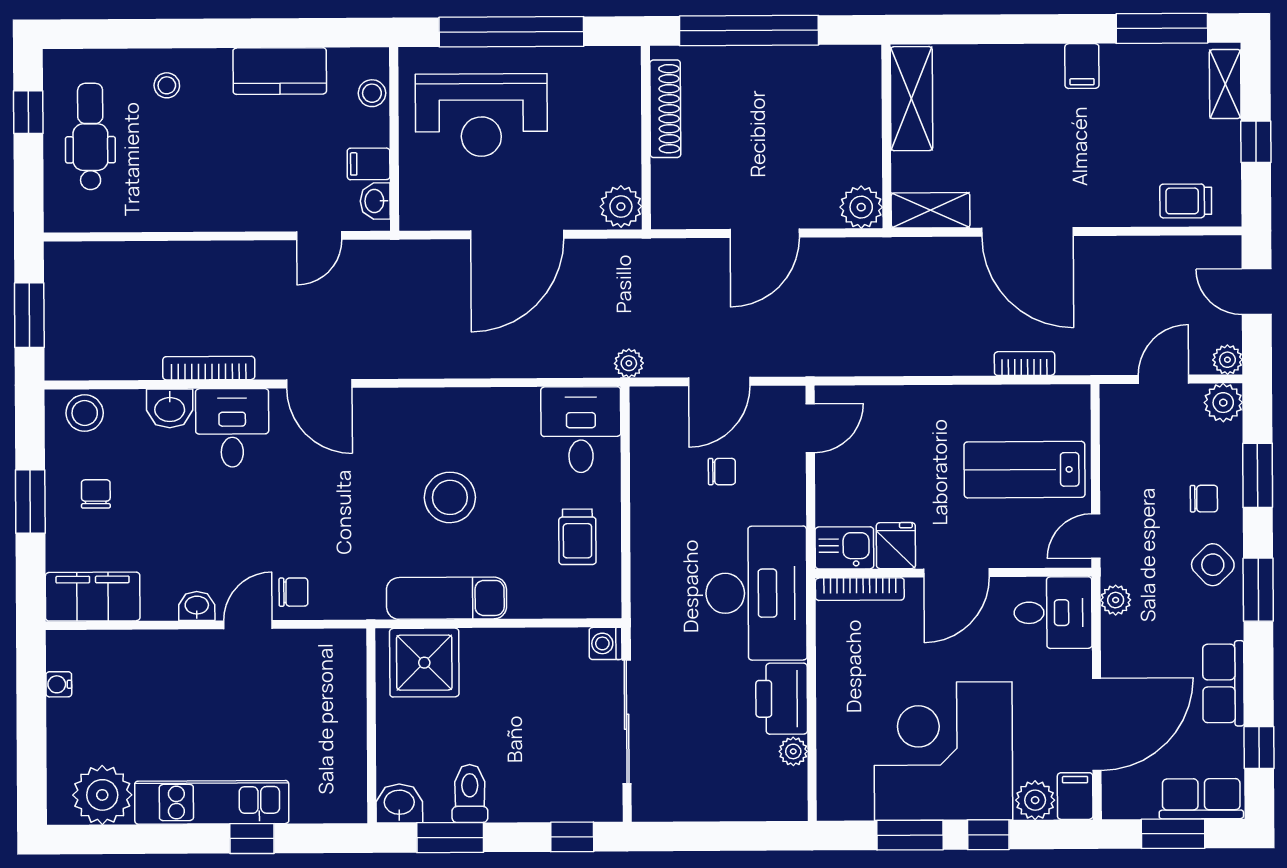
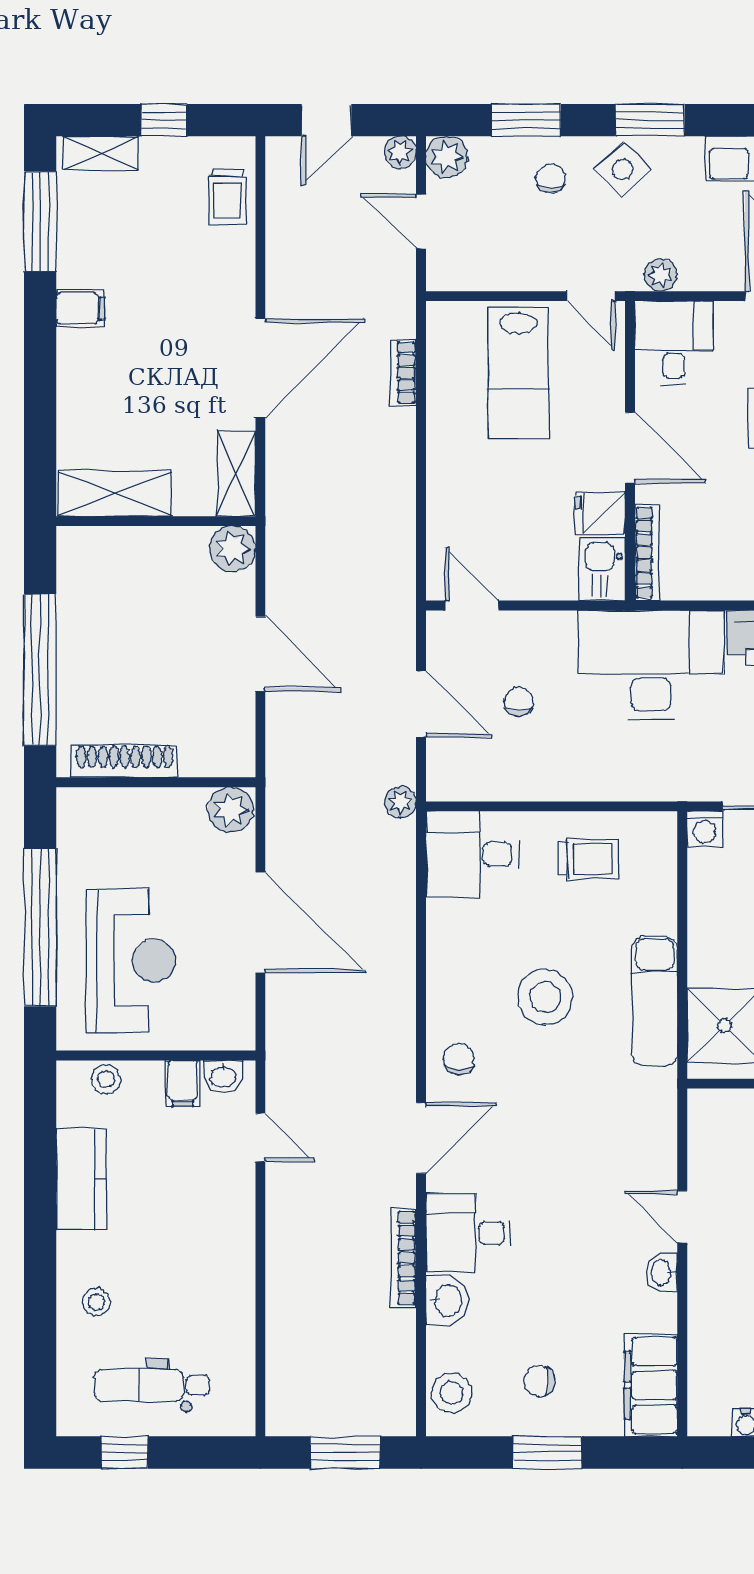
chair: (293, 592) -> (459, 1059), moved

